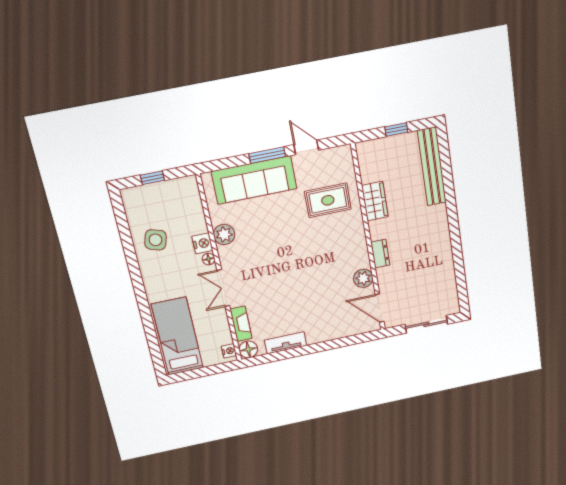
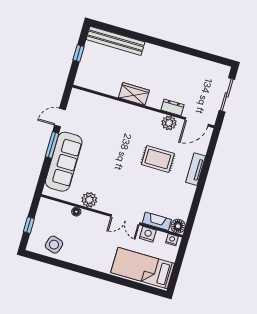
rug: (328, 200) -> (158, 159), moved, turned 90
wardrobe: (375, 201) -> (134, 94), moved
side table: (156, 240) -> (54, 245), moved
nightstand: (202, 243) -> (148, 234), moved
dresser: (380, 254) -> (172, 107), moved
floor lamp: (209, 259) -> (76, 212), moved
tv unit: (286, 343) -> (196, 169), moved

